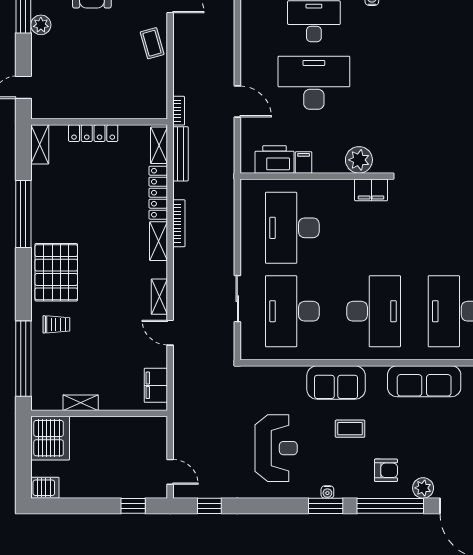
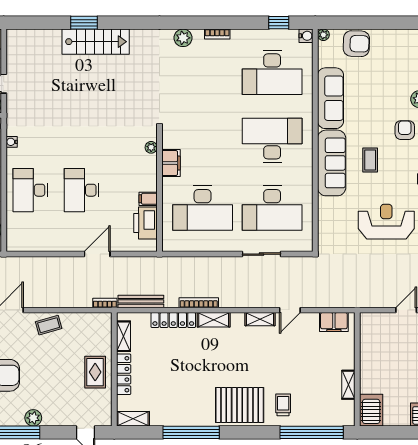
desk: (314, 83) -> (82, 190), width x0.73, depth x0.77
rug: (96, 99) -> (95, 372), added
shelving: (159, 145) -> (124, 336), moved, turned 90
plant: (359, 160) -> (151, 147), width x0.53, depth x0.53
filing cabinet: (371, 190) -> (171, 163), moved
sofa: (336, 383) -> (332, 163), width x1.36
server rack: (50, 438) -> (371, 410), width x0.62

